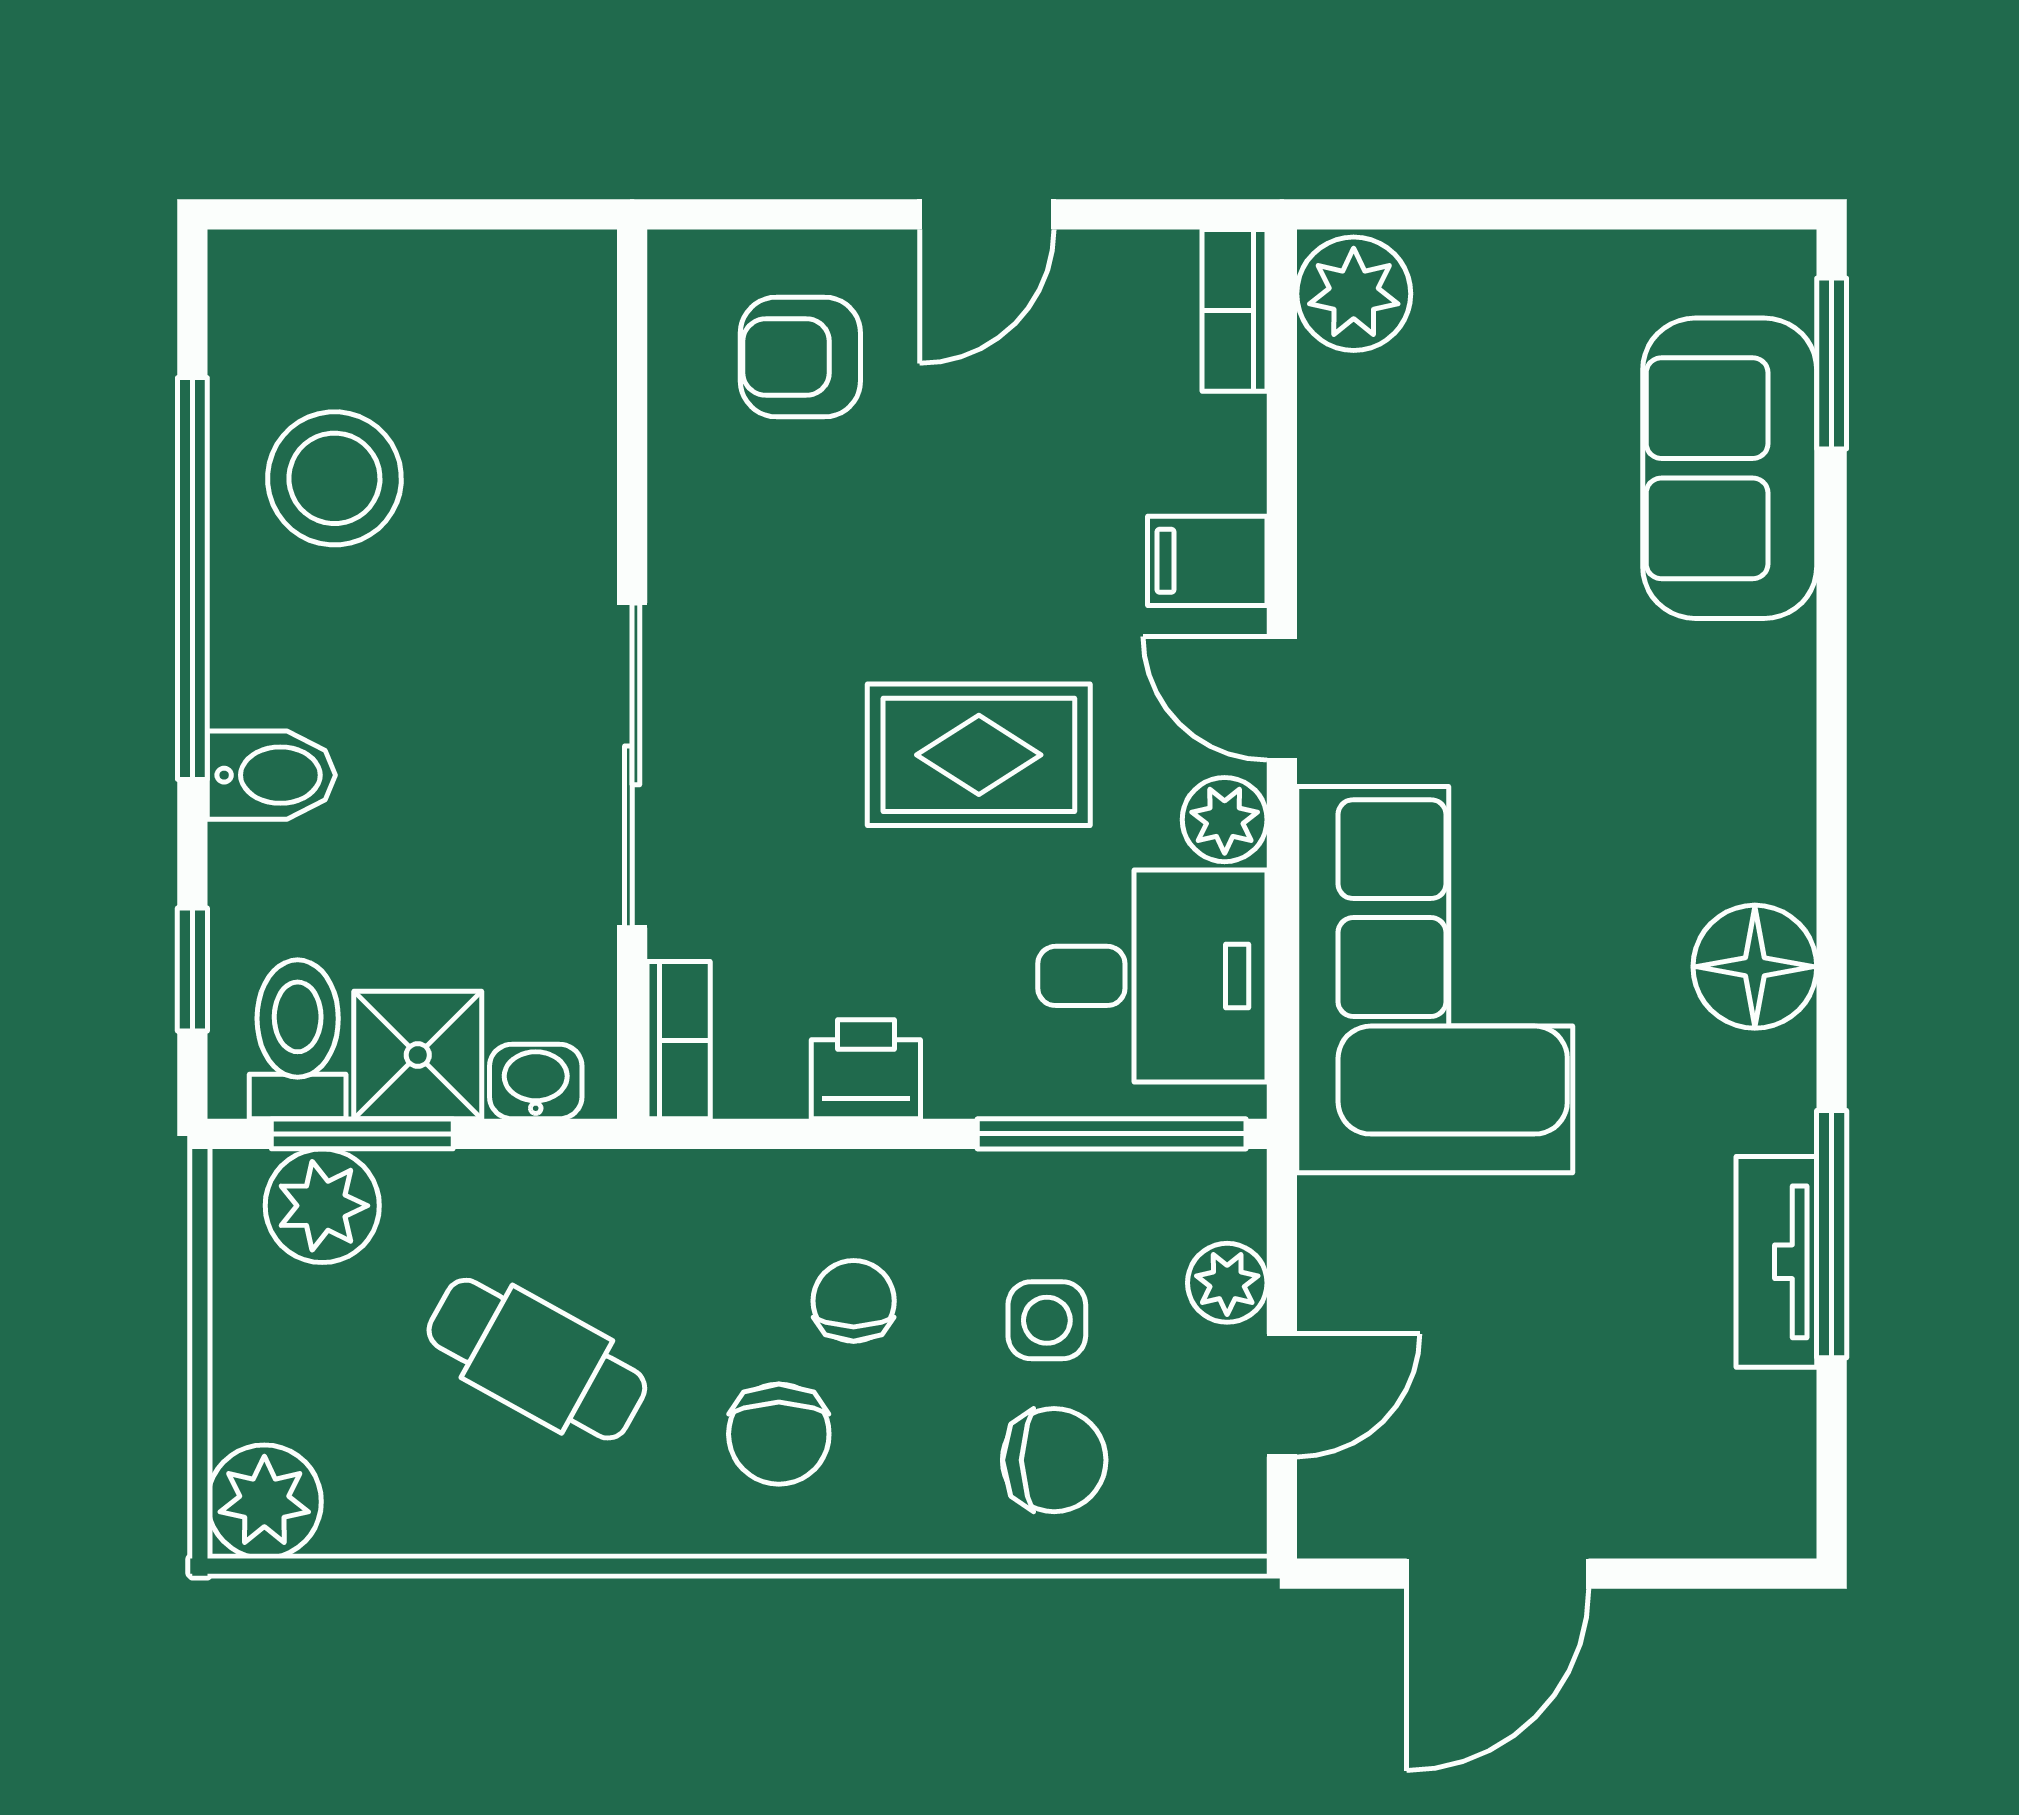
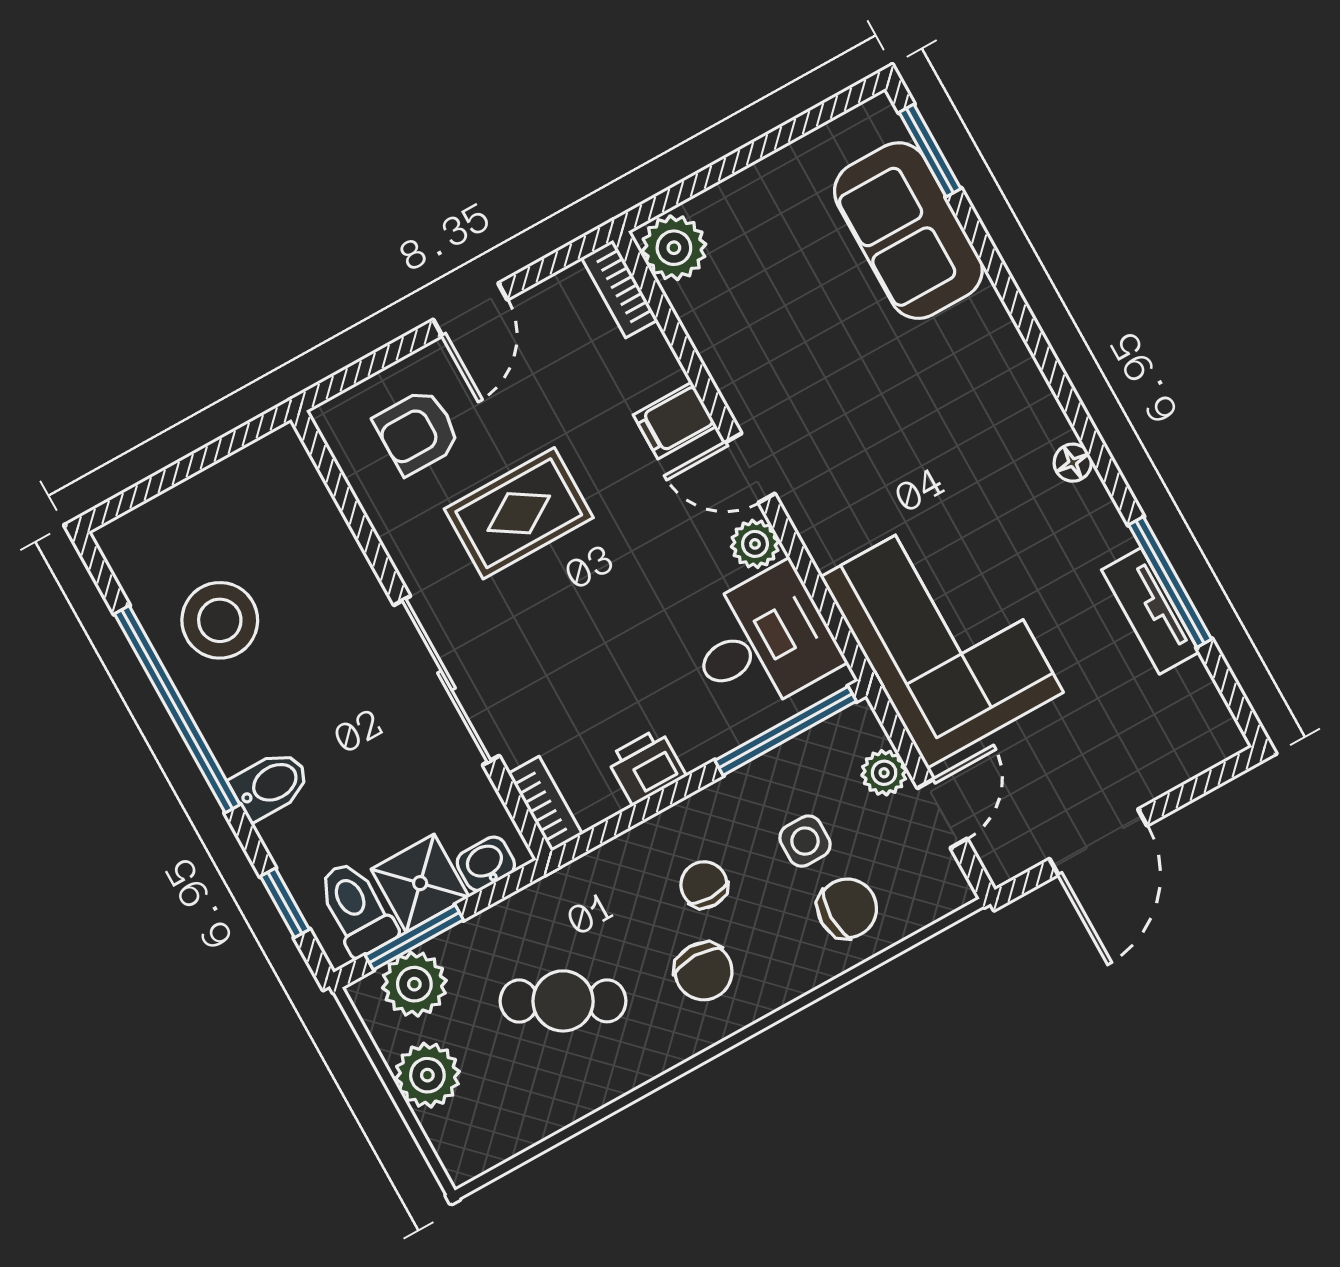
rug: (979, 755) -> (519, 513), moved
floor lamp: (1755, 967) -> (1073, 463), width x0.53, depth x0.53
corner sofa: (1435, 980) -> (942, 635), moved
plant: (264, 1502) -> (427, 1075), moved

